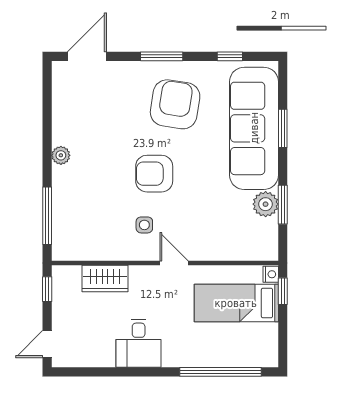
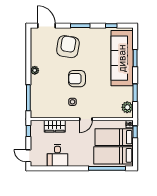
door: (87, 56) -> (46, 26), hinge flipped
armchair: (175, 104) -> (68, 47), moved
plant: (266, 204) -> (127, 107), moved
door: (174, 263) -> (86, 119), swing flipped
desk: (139, 343) -> (57, 155), moved
bed: (235, 343) -> (113, 155), added
door: (47, 344) -> (28, 156), hinge flipped

